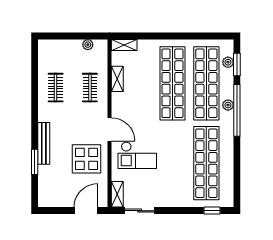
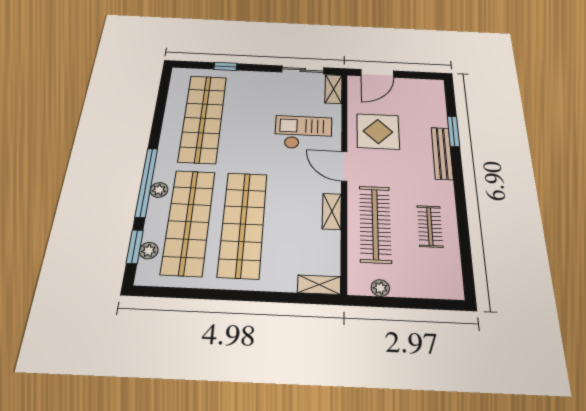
shelving: (117, 79) -> (332, 211), moved
clothes rail: (90, 88) -> (375, 224), width x1.86, depth x1.31
window: (212, 211) -> (225, 66), moved

